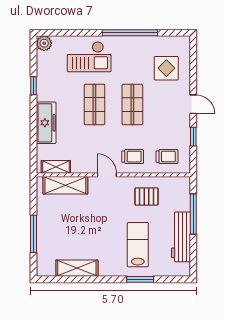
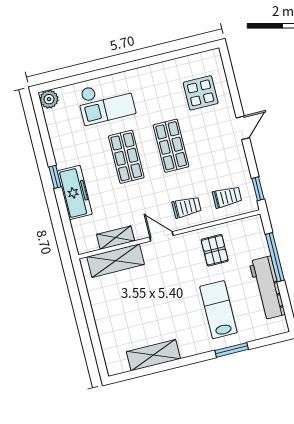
window: (130, 33) -> (147, 62), removed
window: (34, 86) -> (55, 177), moved
door: (193, 104) -> (243, 128), hinge flipped
window: (193, 137) -> (258, 189), moved
shelving: (56, 167) -> (116, 238), moved
pallet: (146, 196) -> (215, 250), turned 90
window: (34, 234) -> (92, 327), removed

